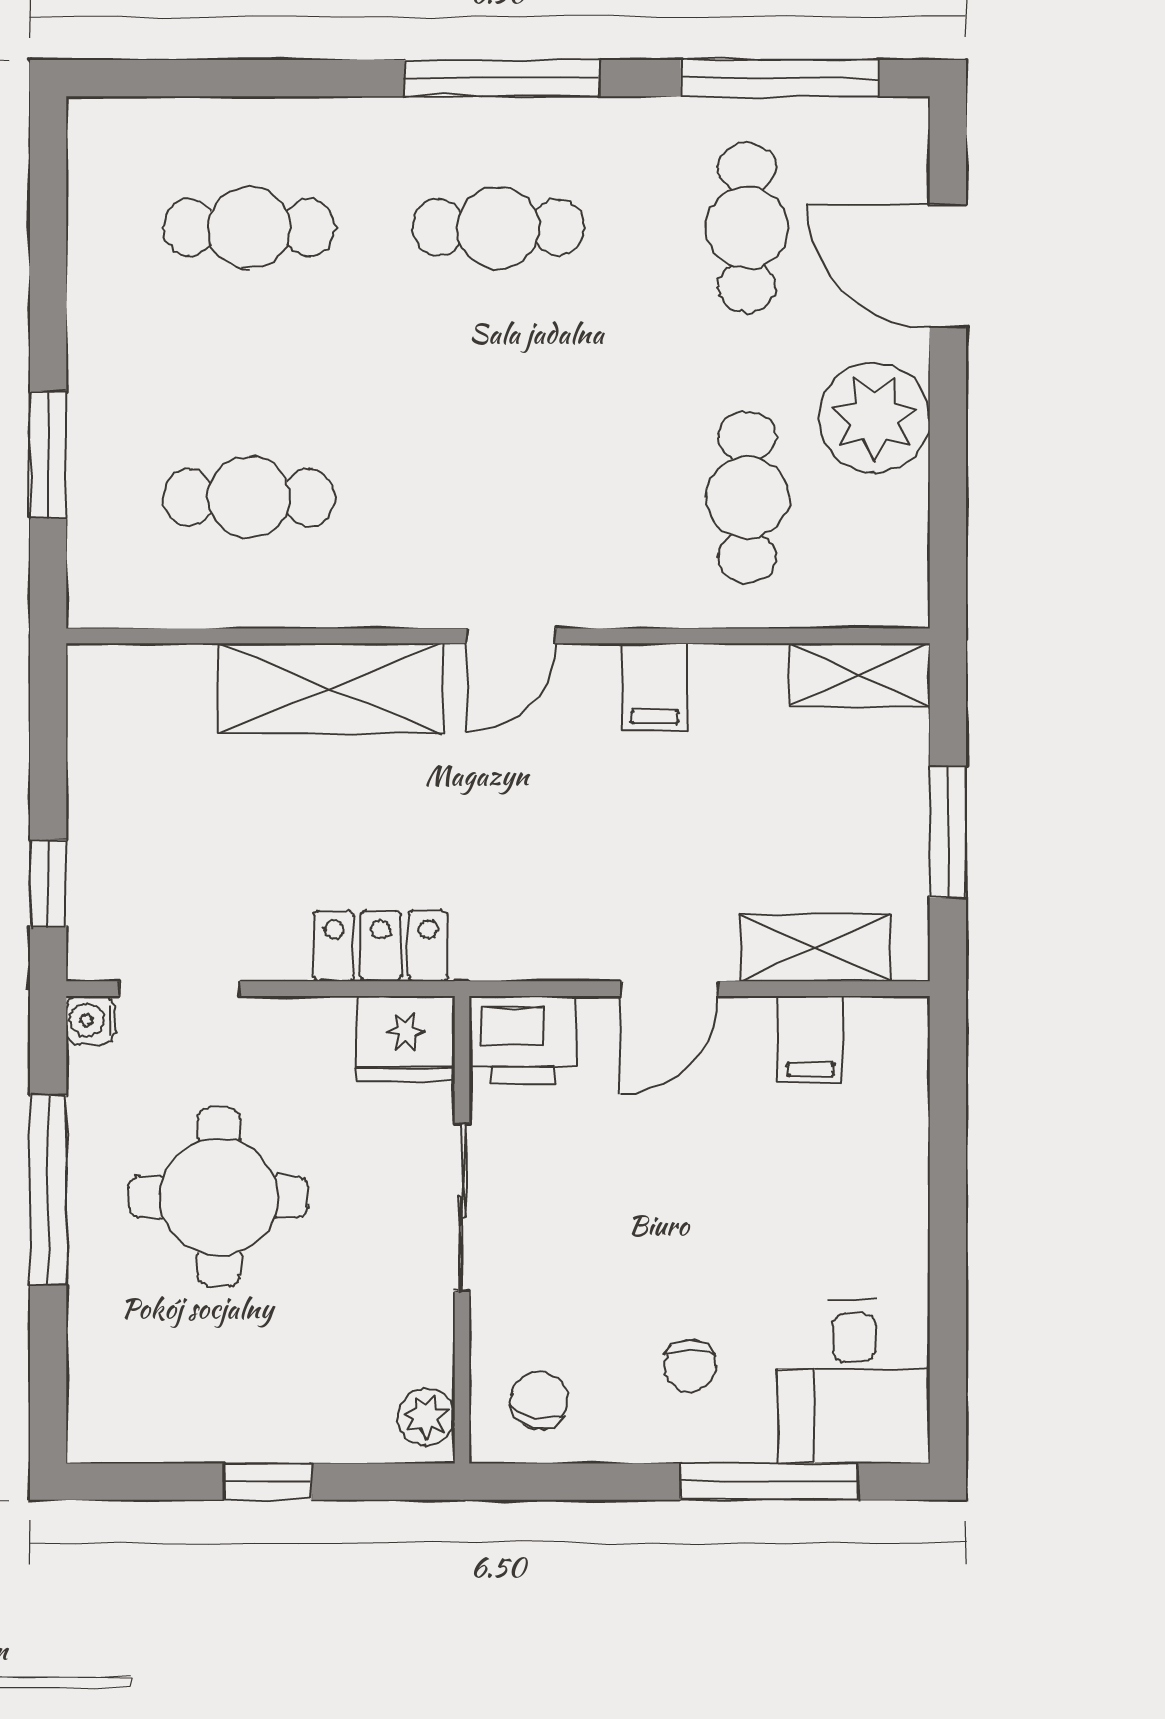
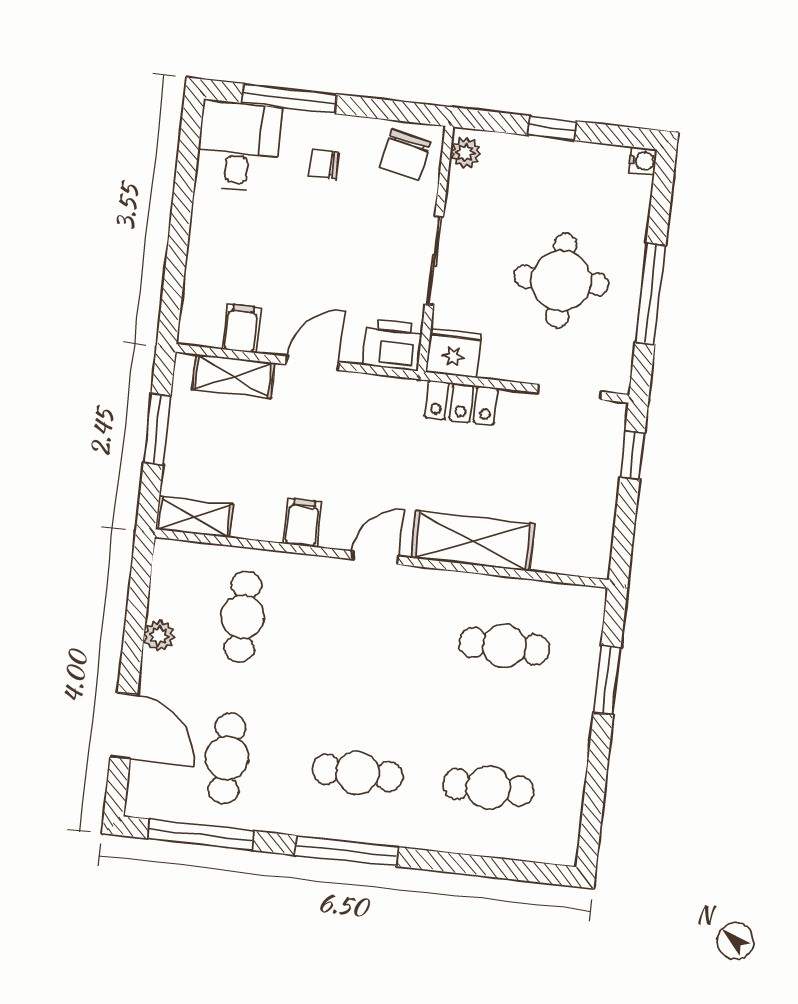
plant: (875, 418) -> (159, 636), width x0.53, depth x0.53
water cooler: (91, 1020) -> (643, 161), moved
chair: (690, 1366) -> (324, 164), turned -90
chair: (539, 1400) -> (405, 155), width x1.37, depth x1.37

